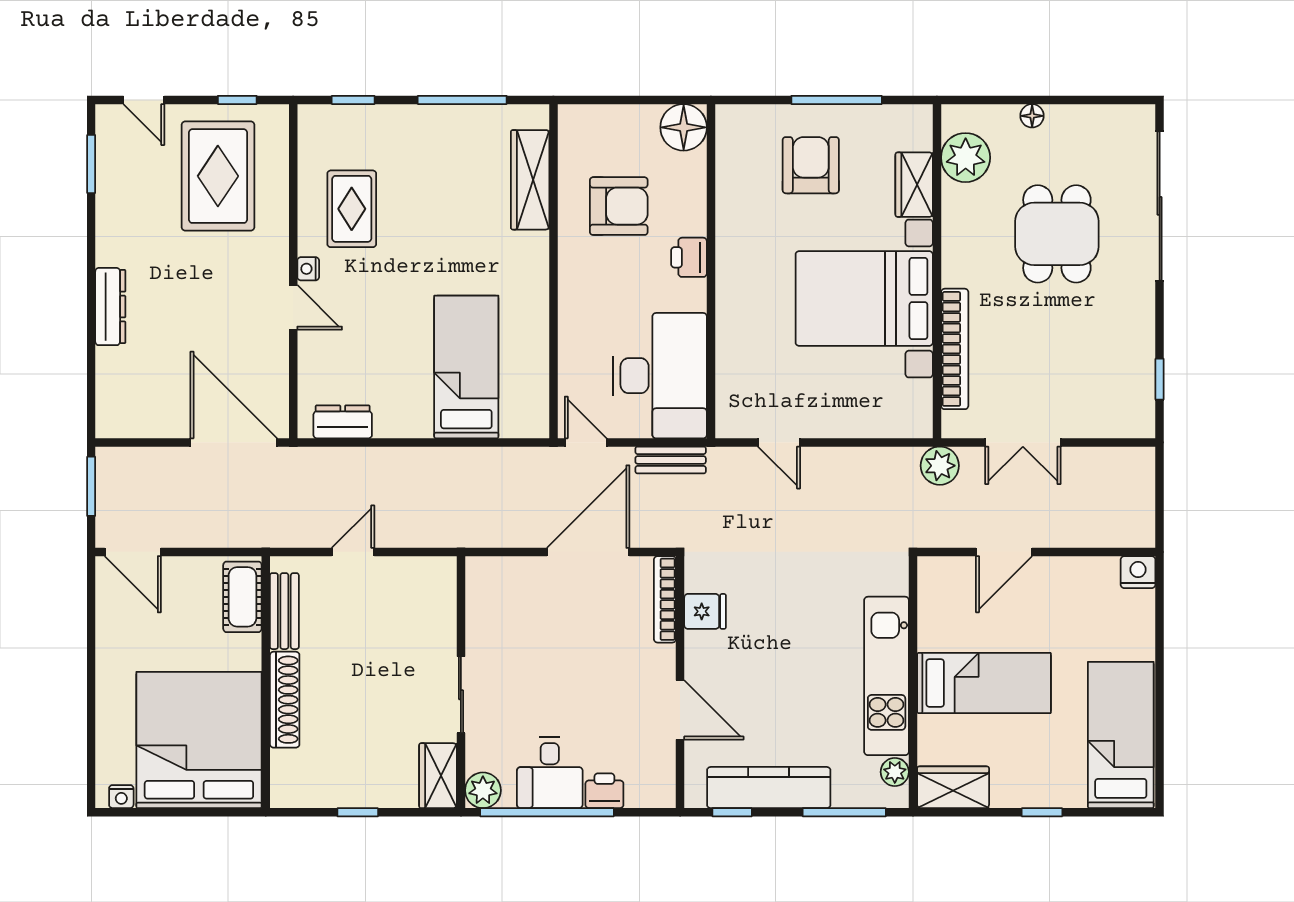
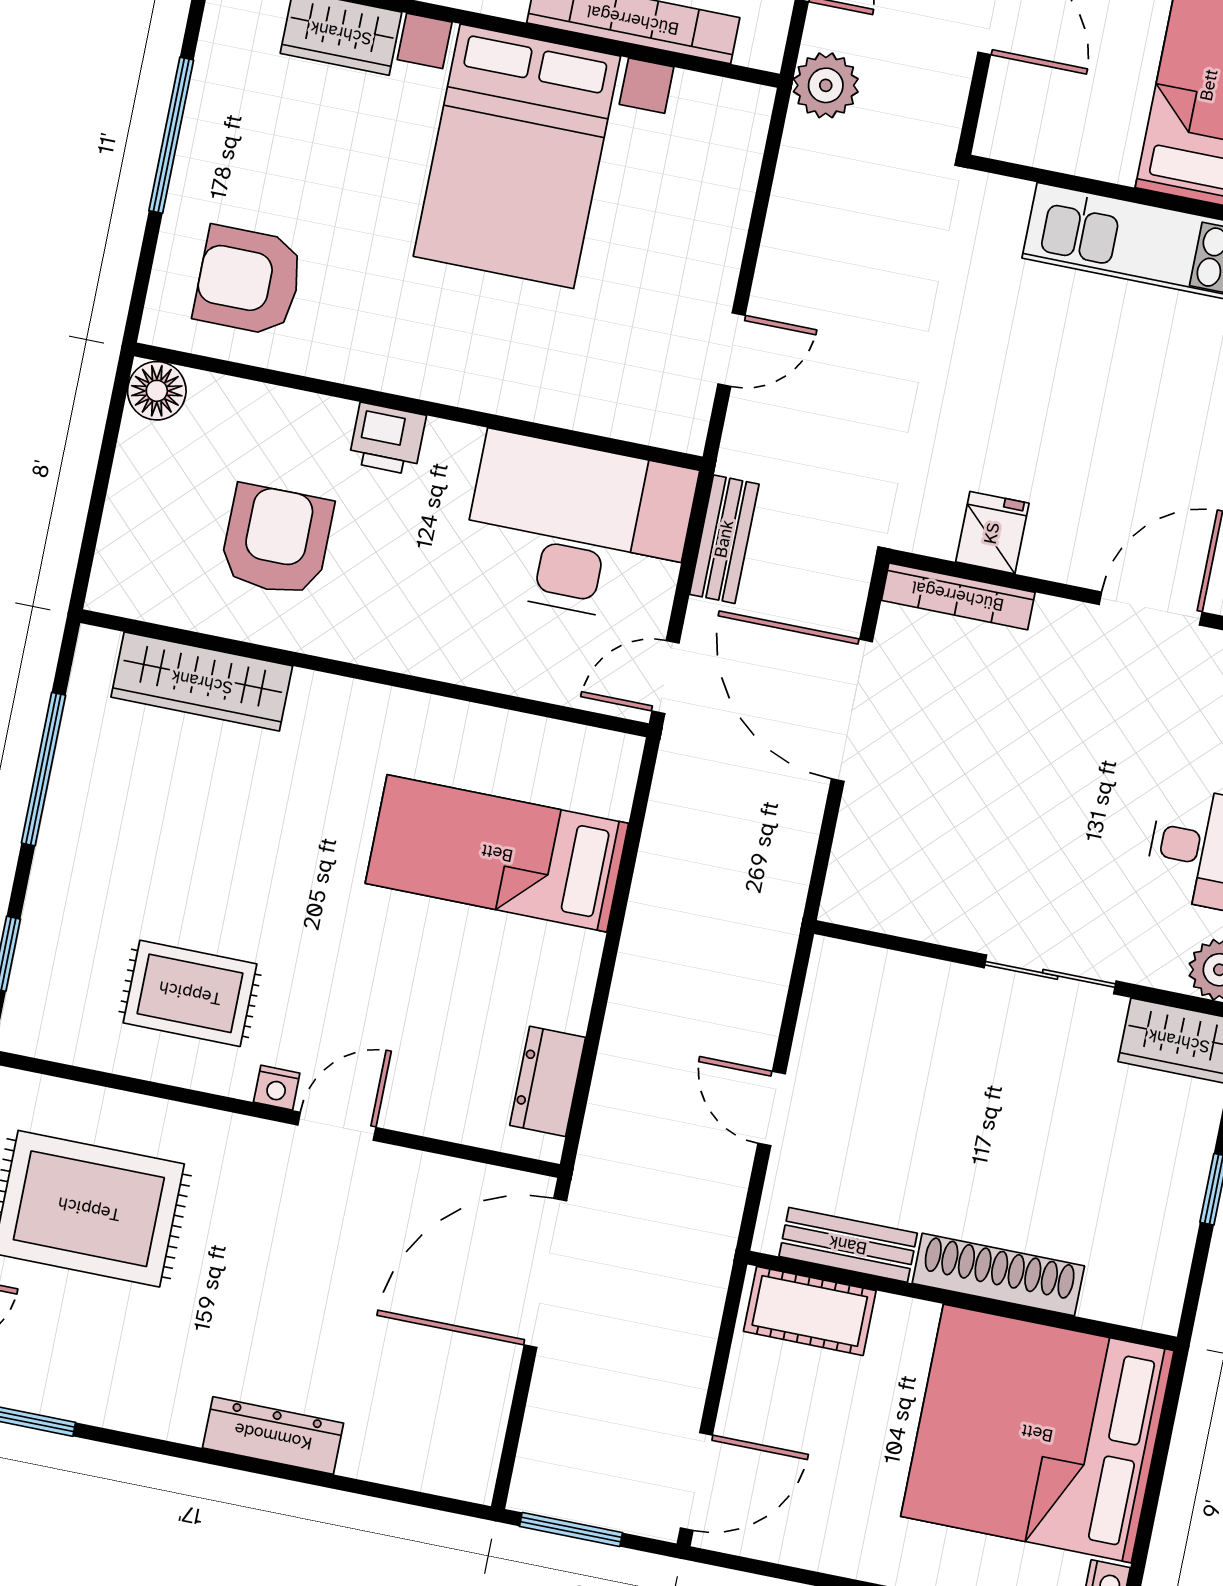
floor lamp: (684, 127) -> (157, 391), width x0.73, depth x0.73
armchair: (811, 165) -> (248, 281), moved

